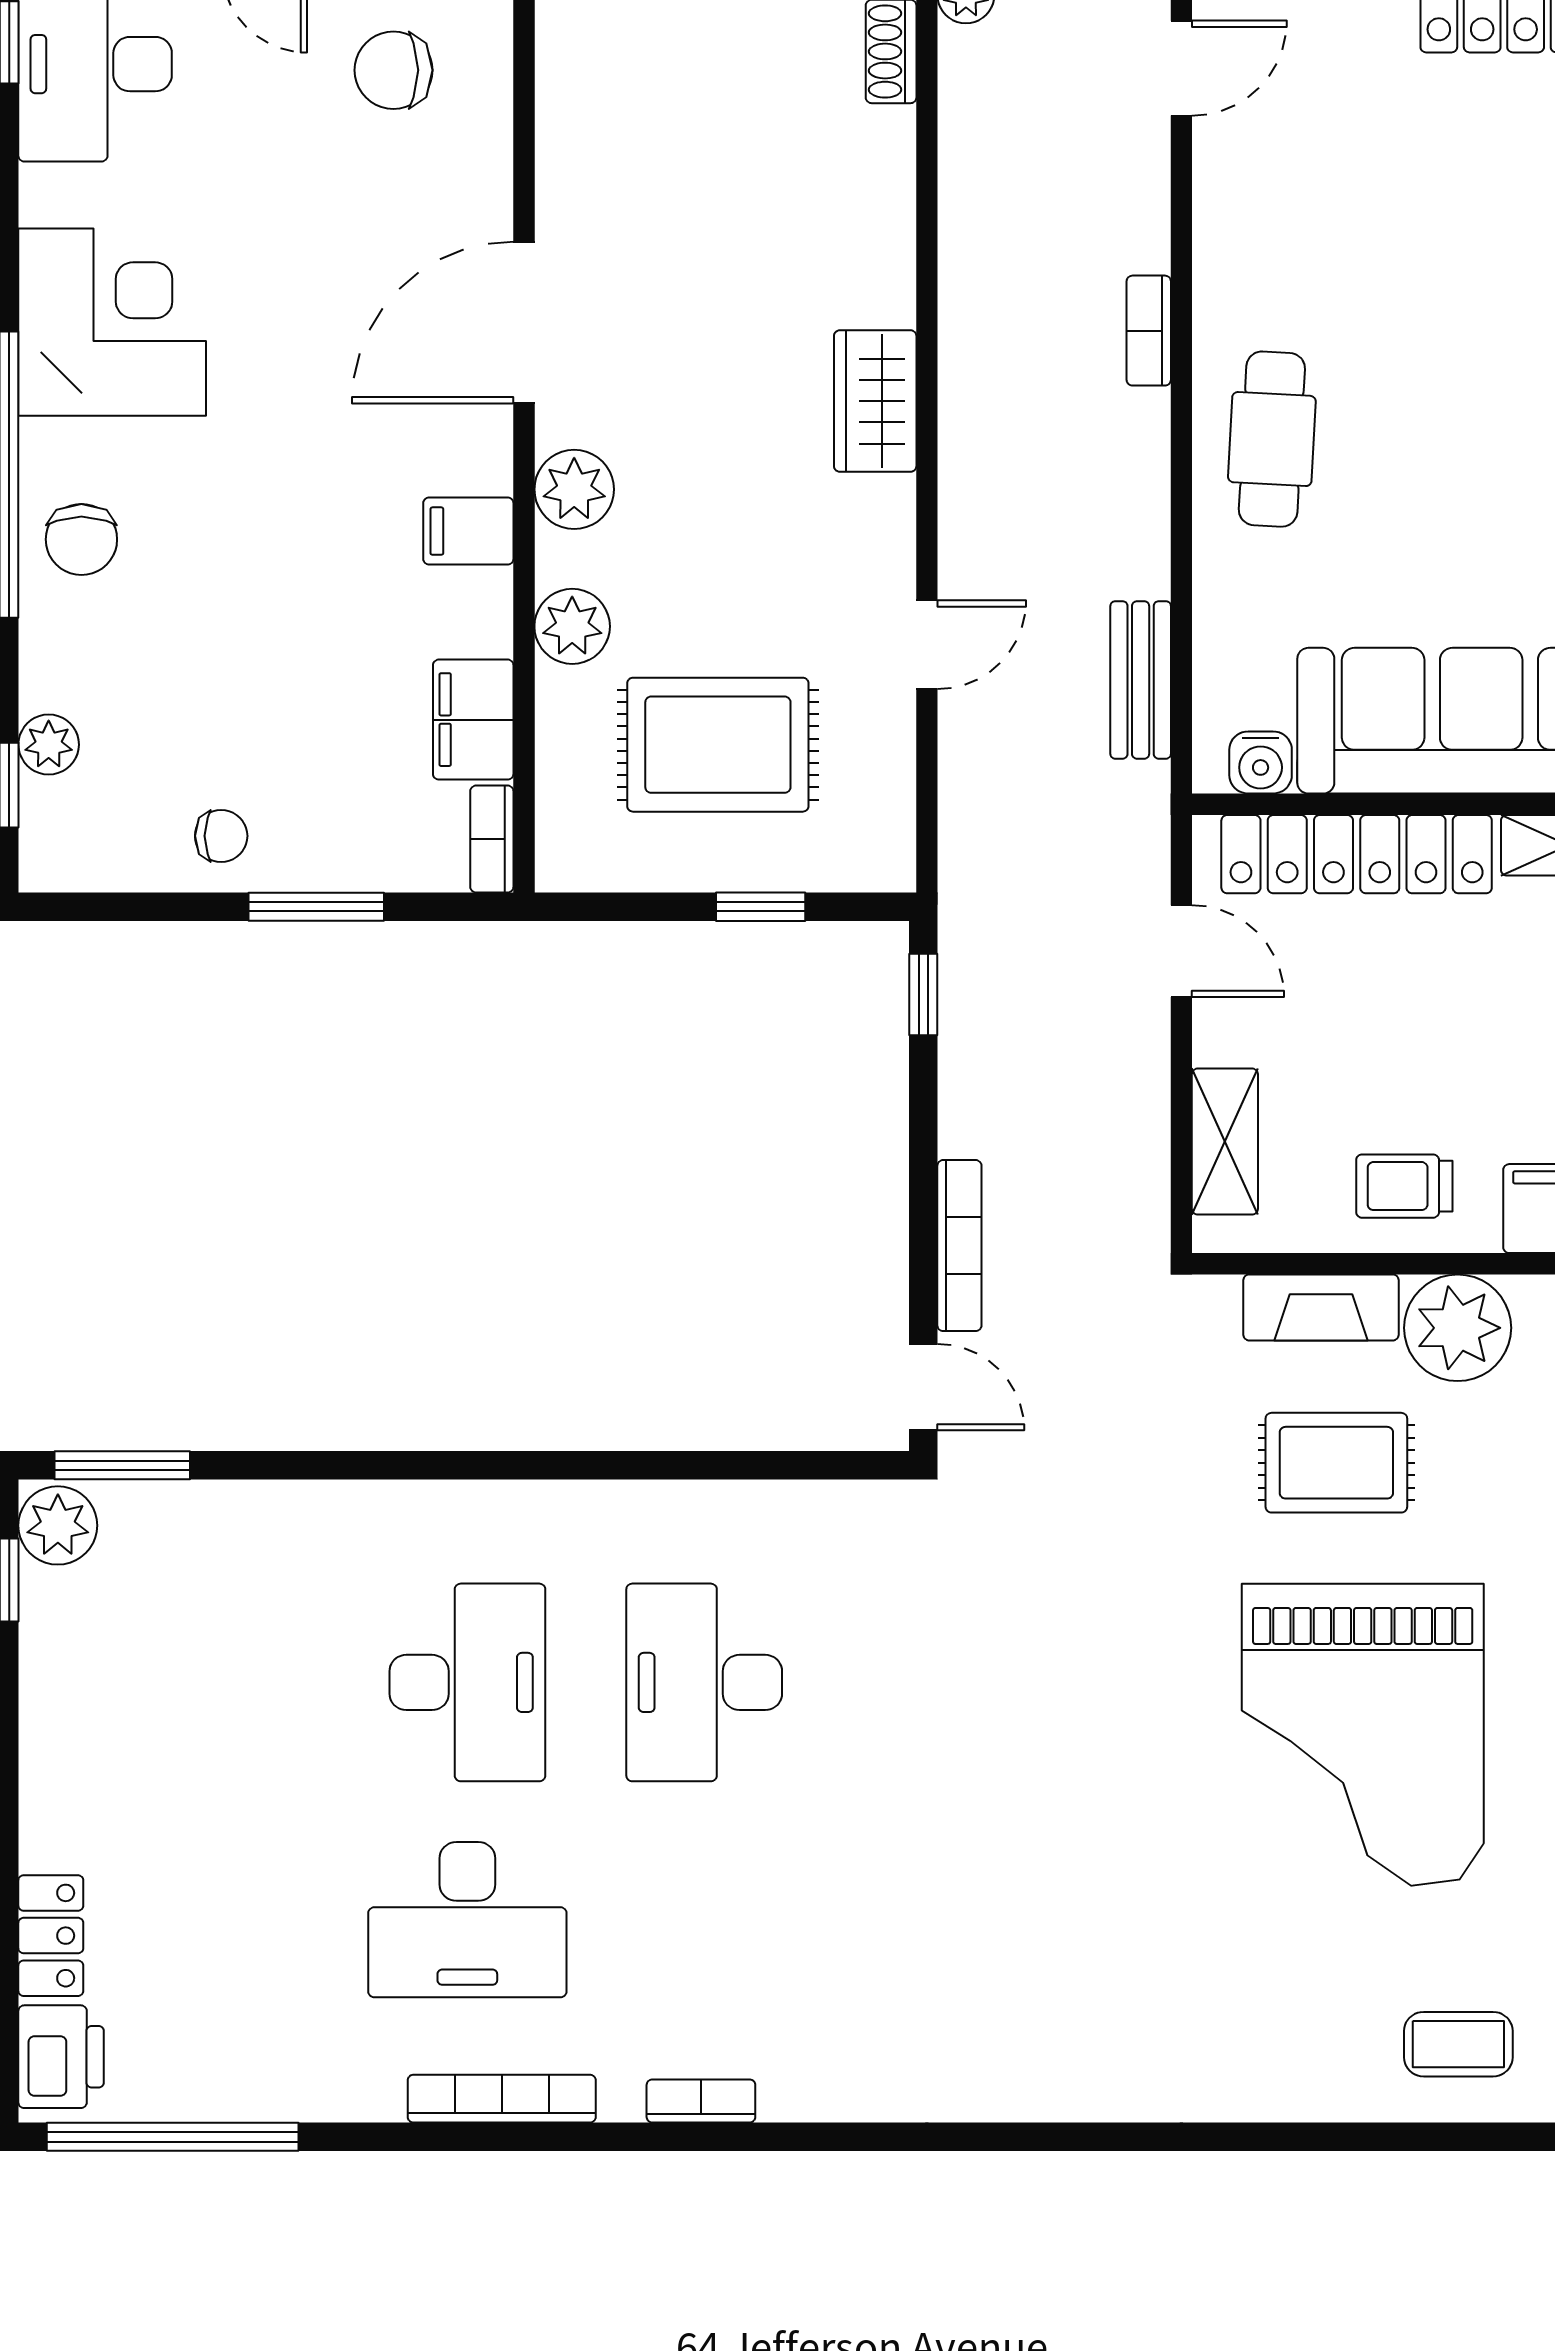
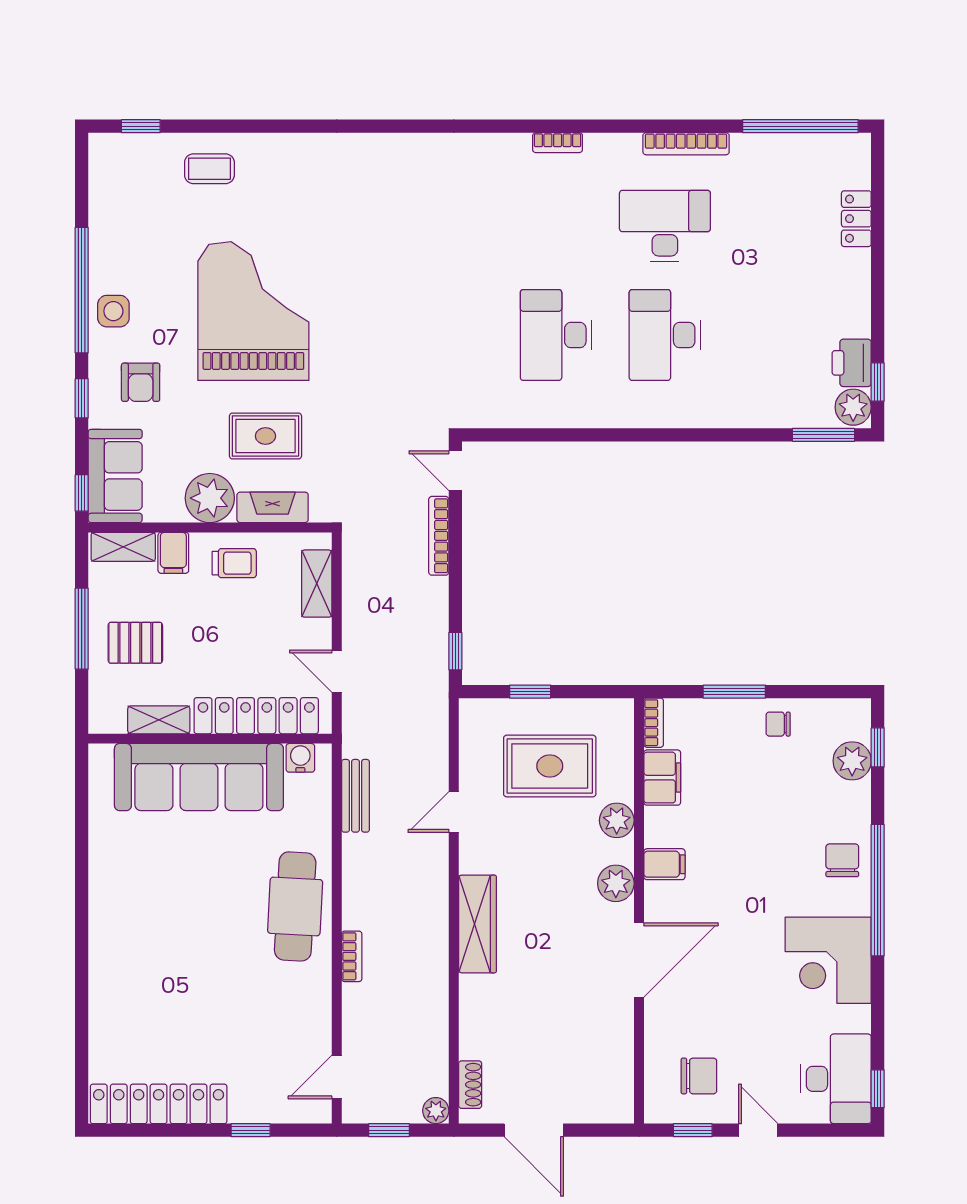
wardrobe: (875, 401) -> (477, 924), width x1.50
cafe table: (1272, 439) -> (295, 906), width x1.37, depth x1.35
plant: (49, 745) -> (852, 761), width x1.38, depth x1.38
desk: (704, 1682) -> (556, 335), turned 180
printer: (61, 2057) -> (852, 363), moved
bookcase: (502, 2099) -> (686, 144), moved

